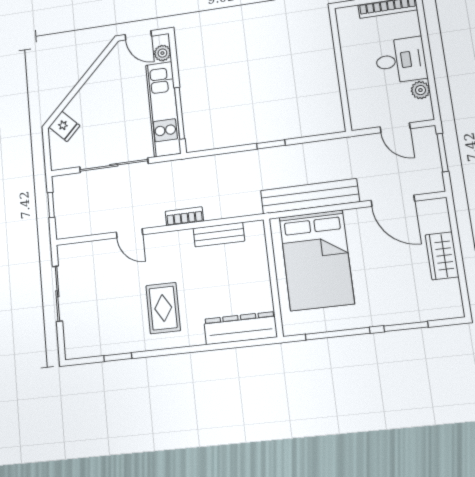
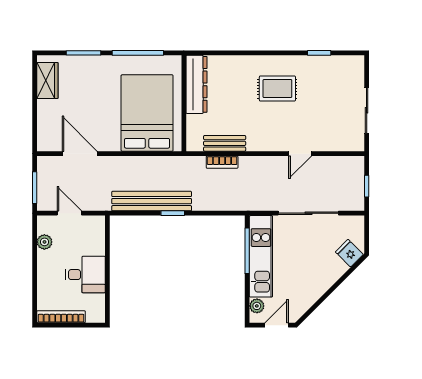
door: (138, 35) -> (277, 325), hinge flipped
desk: (401, 60) -> (85, 275), moved, turned 180
bench: (310, 196) -> (152, 201), moved
bookcase: (184, 216) -> (222, 162), moved
door: (130, 233) -> (300, 154), swing flipped
wardrobe: (442, 256) -> (47, 80), moved
rug: (163, 308) -> (277, 89), turned 90
dresser: (240, 328) -> (196, 84), moved, turned -90

